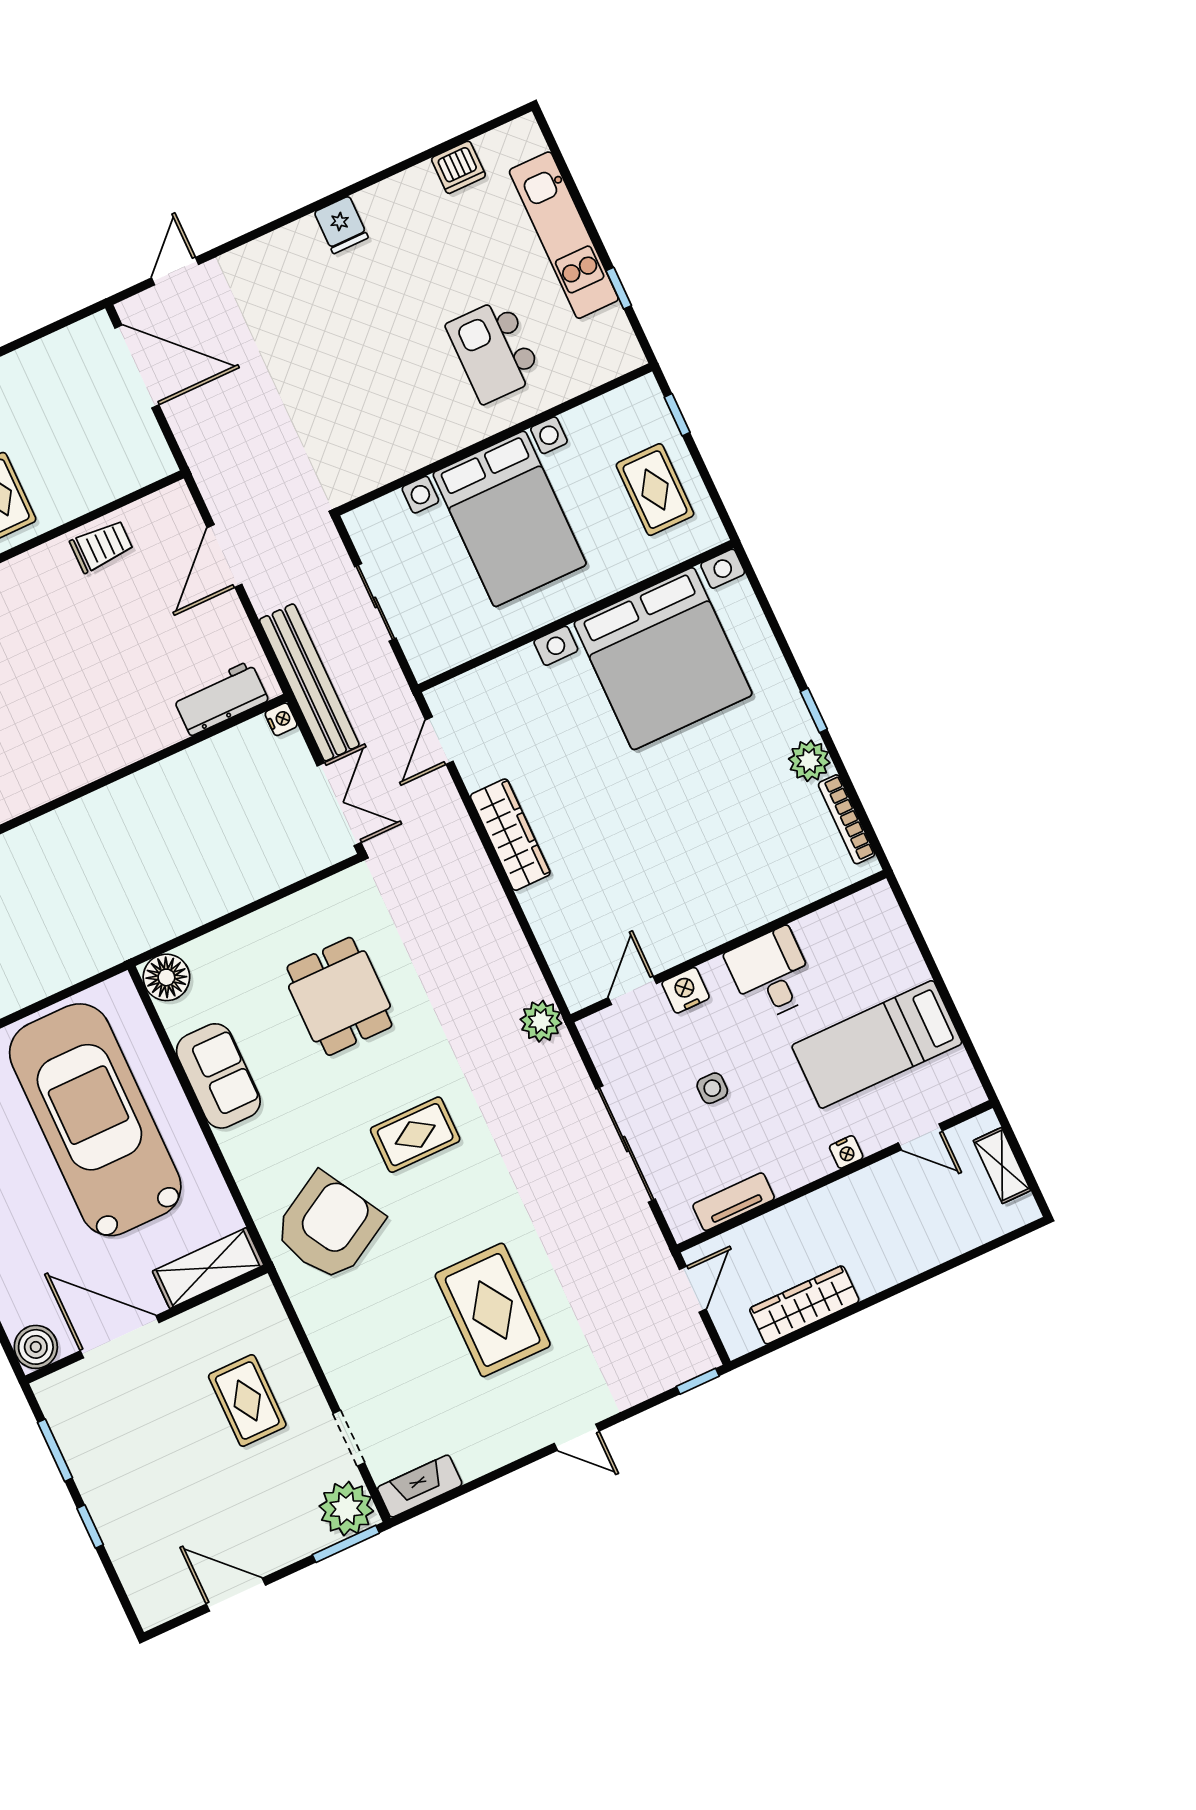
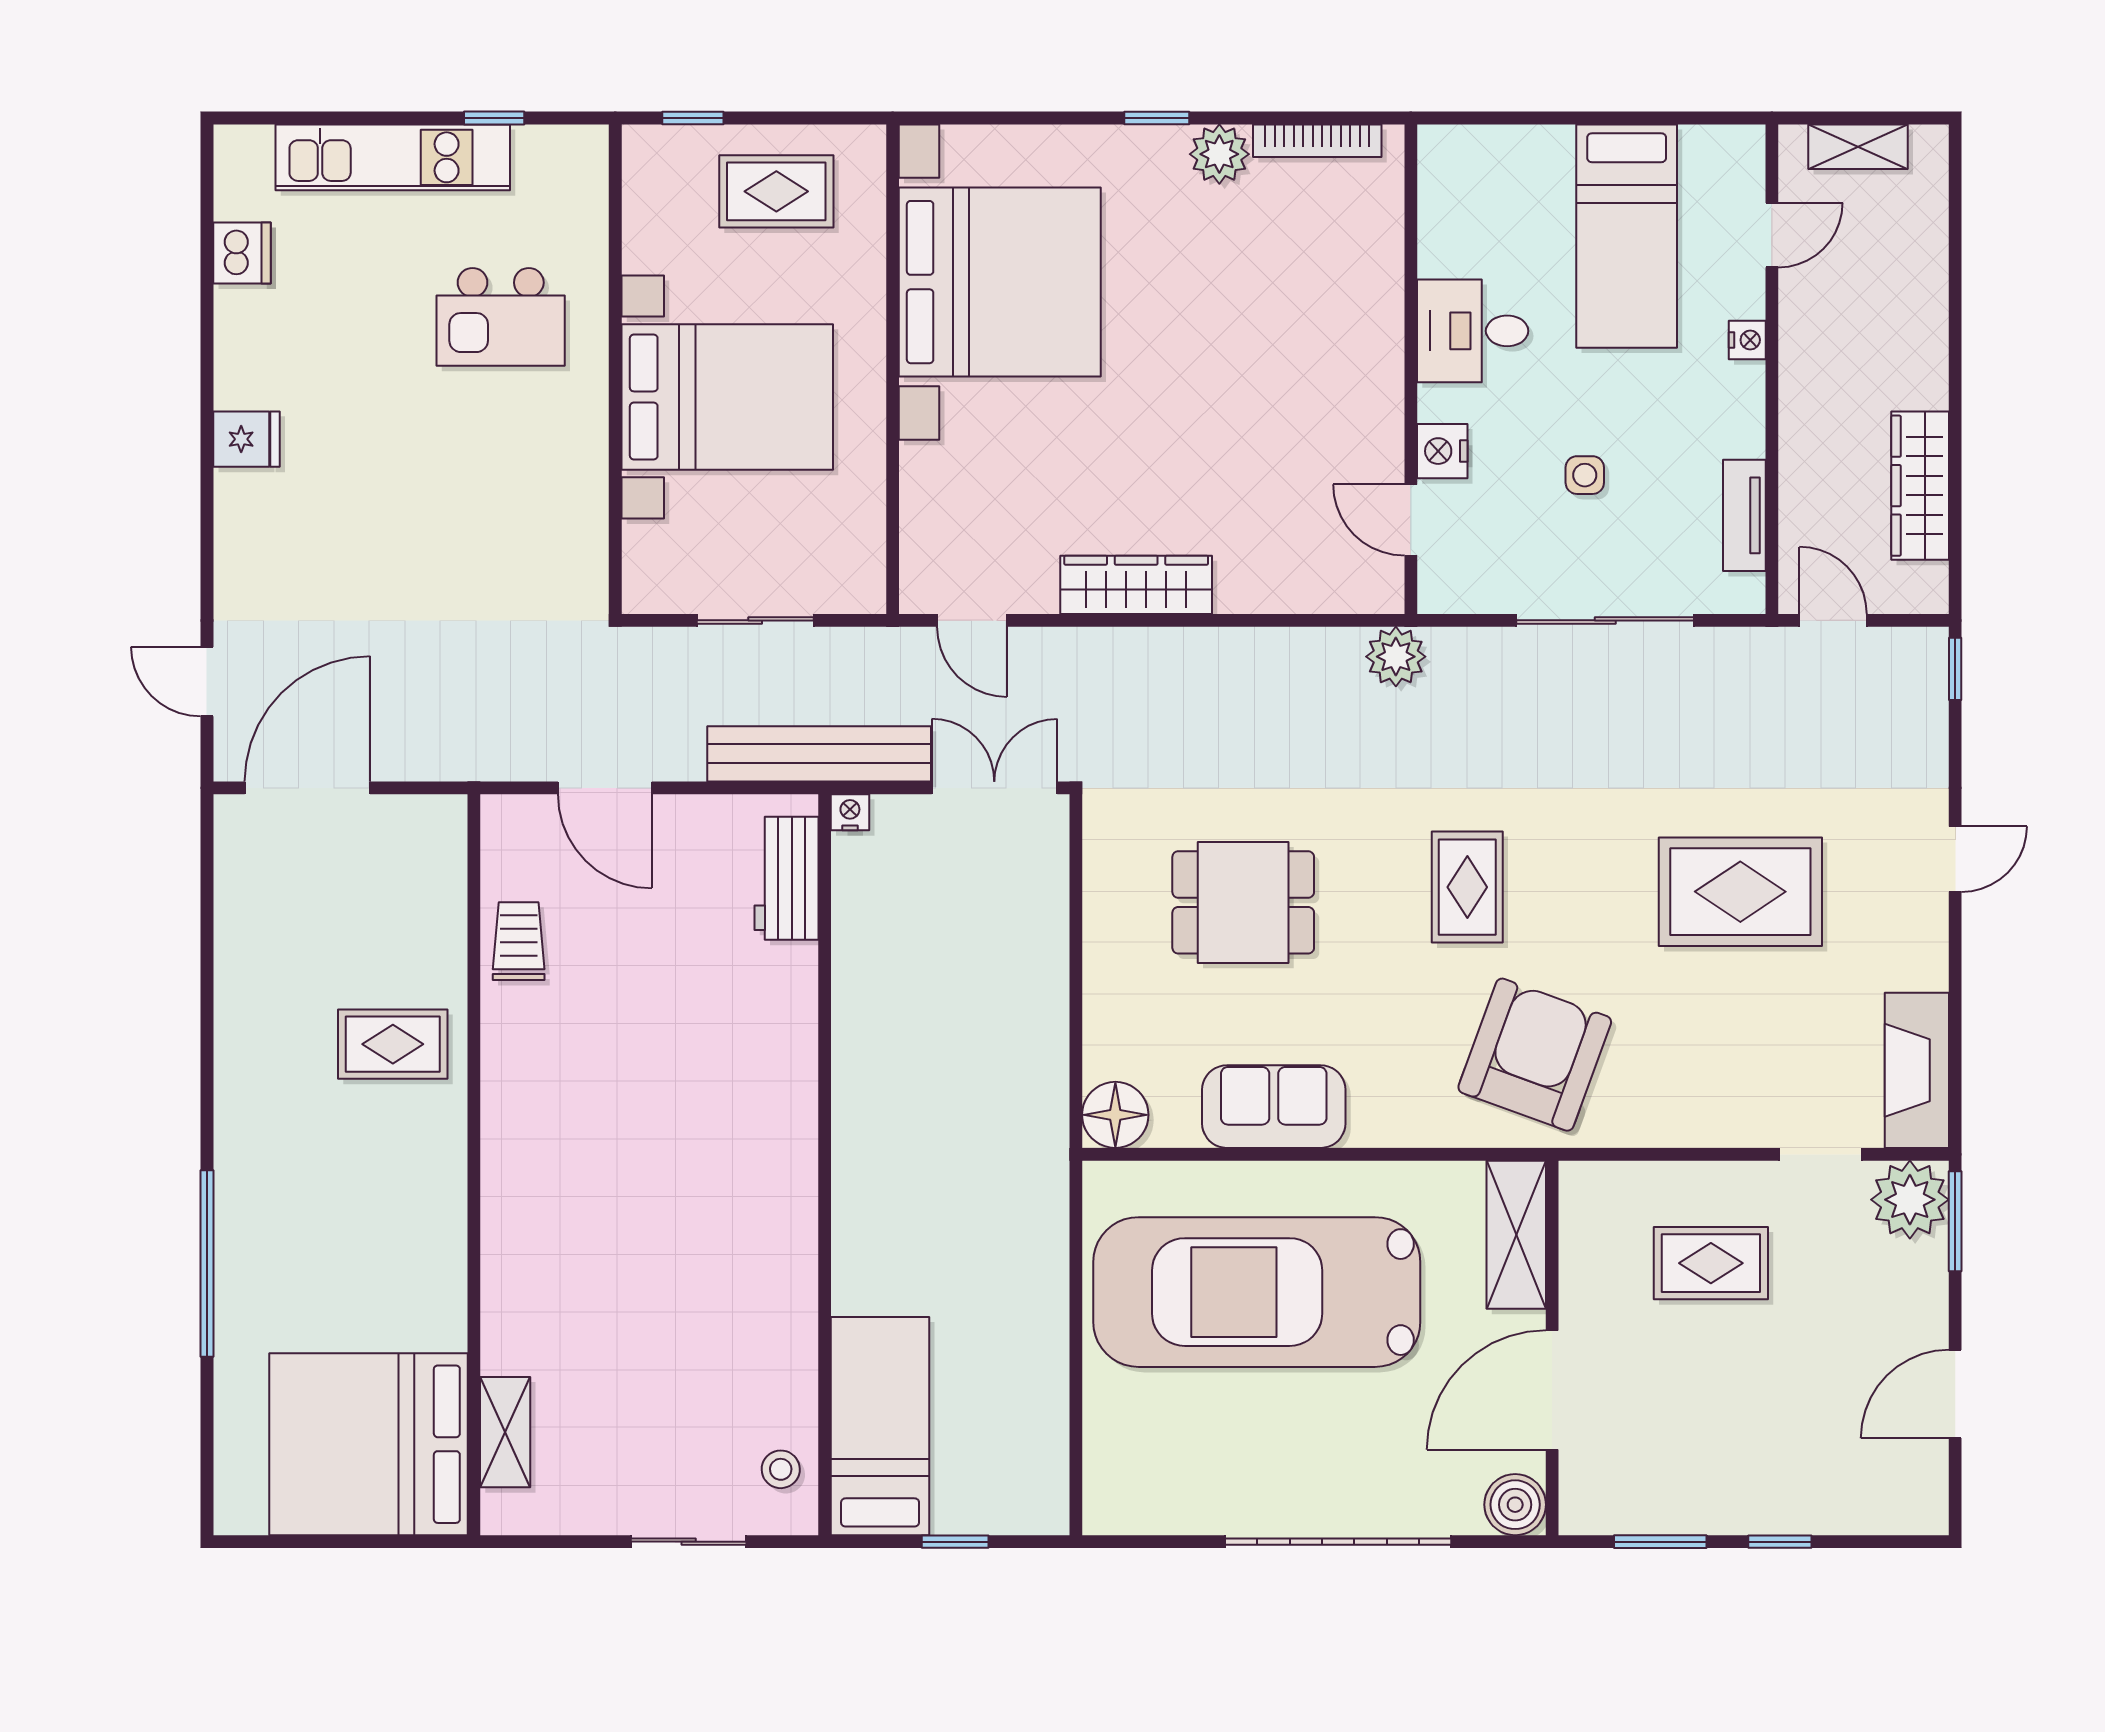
armchair: (328, 1227) -> (1535, 1055), turned 50
fireplace: (420, 1486) -> (1917, 1070), width x1.37, depth x1.32

